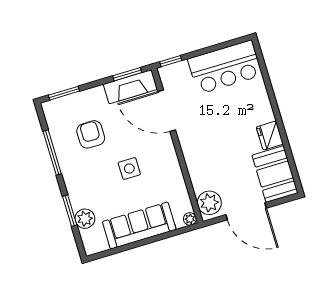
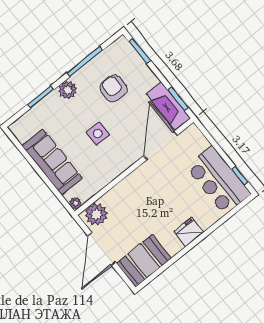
window: (171, 61) -> (240, 176), moved
armchair: (91, 134) -> (114, 88), turned -90
fridge: (270, 135) -> (189, 232), moved
plant: (85, 219) -> (68, 90), moved

